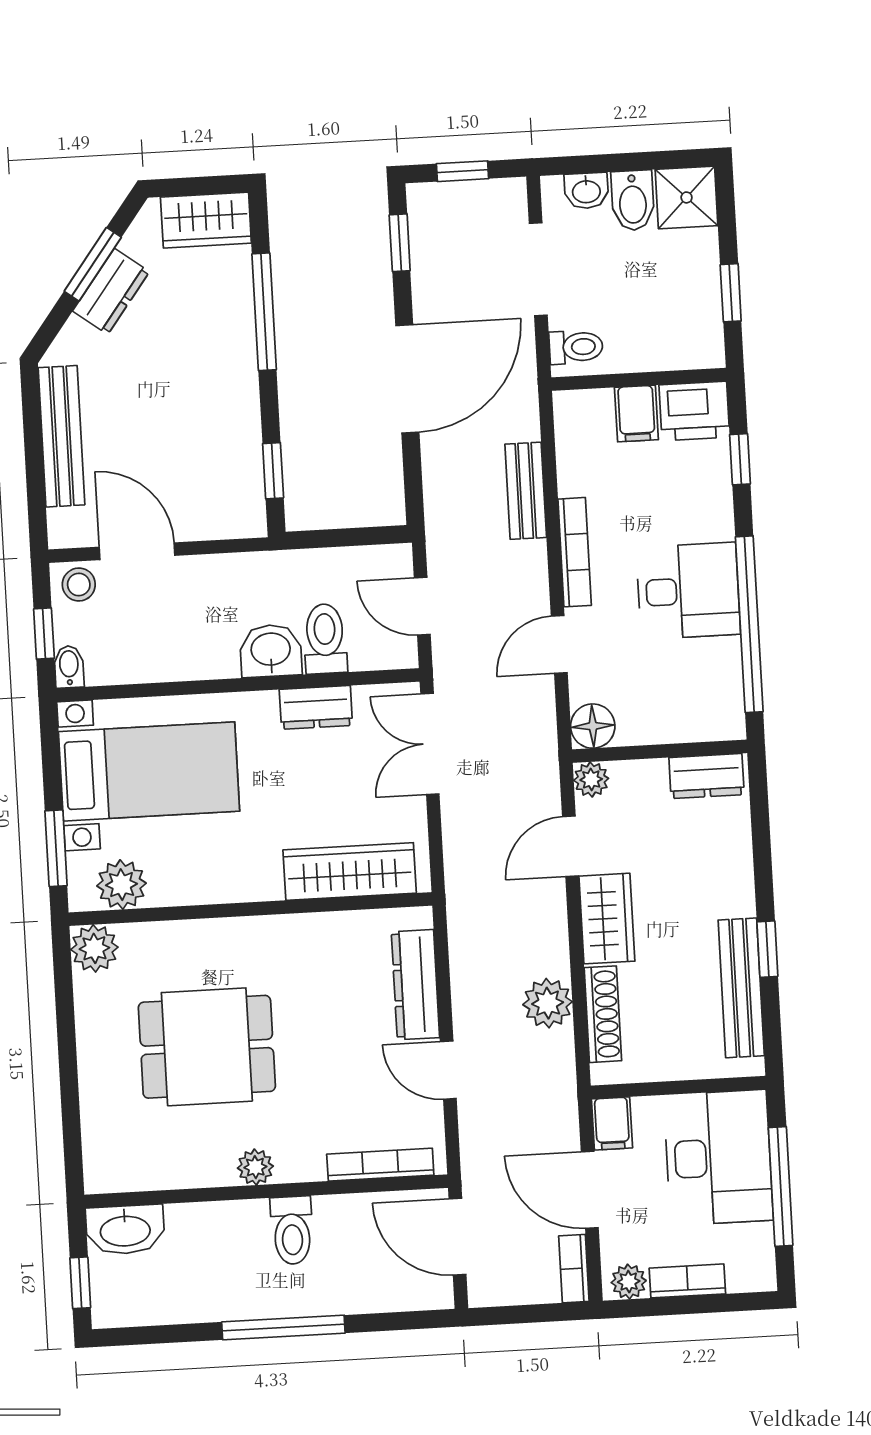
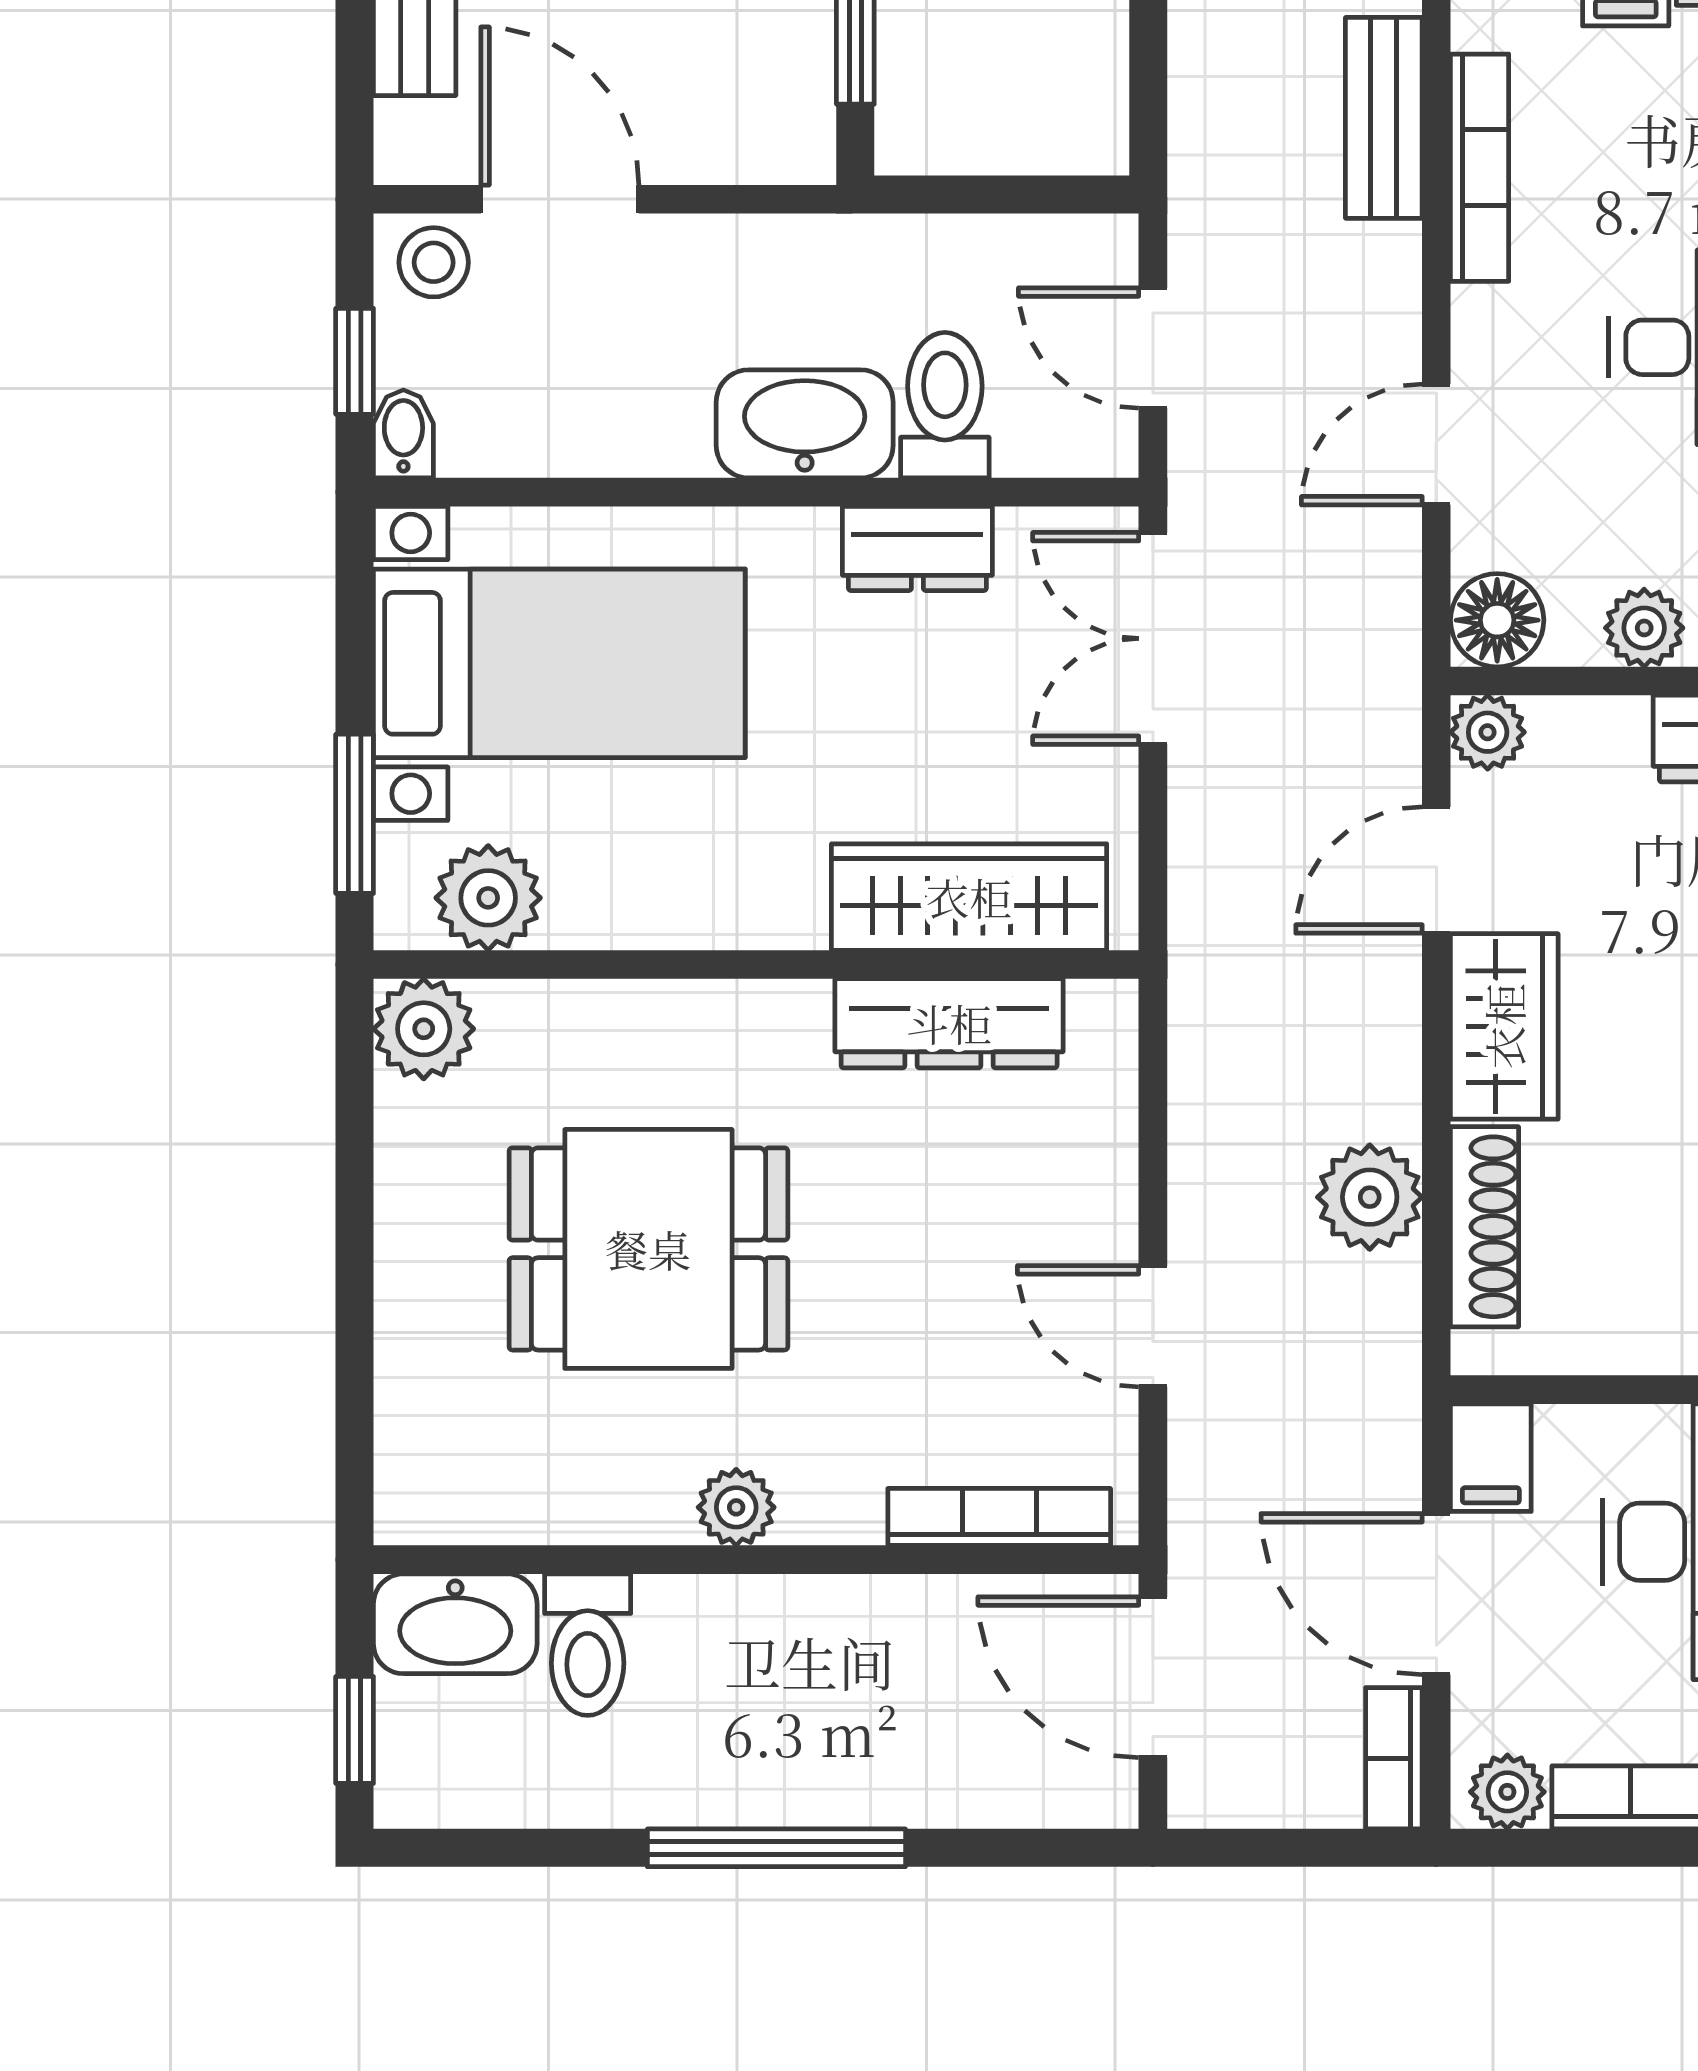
bookcase: (575, 552) -> (1480, 168), moved
washbasin: (271, 651) -> (805, 424), width x1.38
plant: (663, 726) -> (1644, 628), added
dresser: (415, 985) -> (949, 1023), moved, turned -90
toilet: (292, 1230) -> (588, 1645), moved

